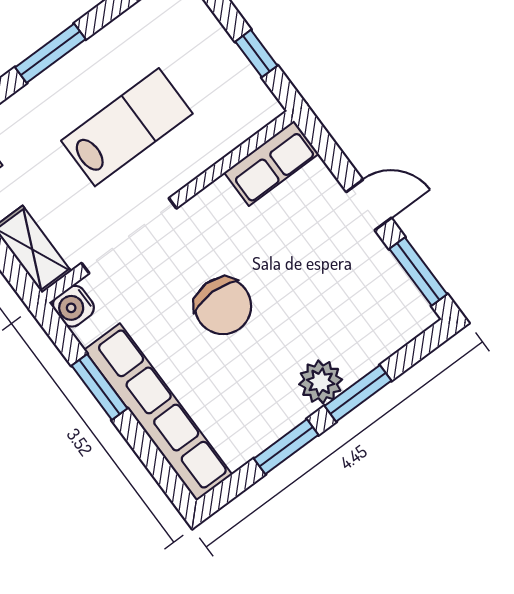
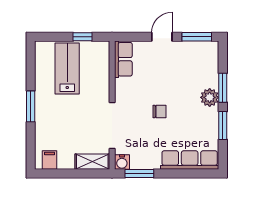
lab bench: (127, 127) -> (67, 69), moved
chair: (223, 306) -> (159, 111), width x0.54, depth x0.54
window: (100, 387) -> (139, 174), moved
row of seats: (158, 412) -> (190, 160), width x0.73

